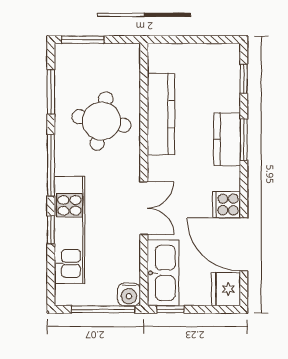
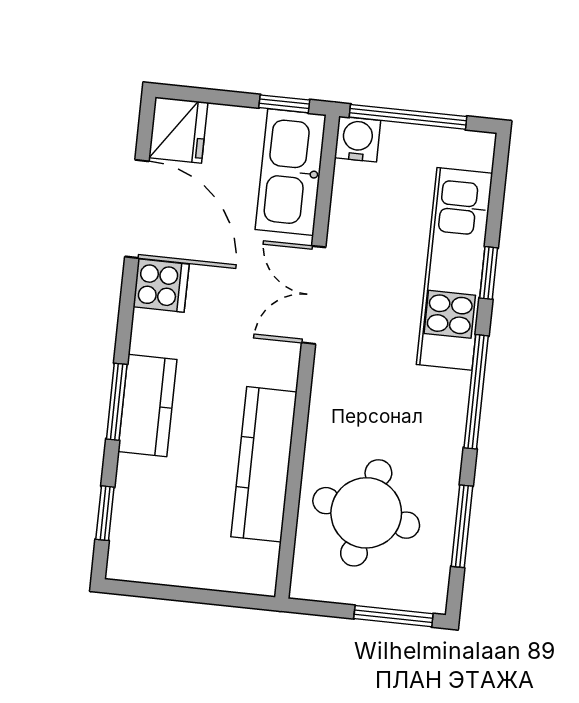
round table: (101, 121) -> (366, 513), moved

